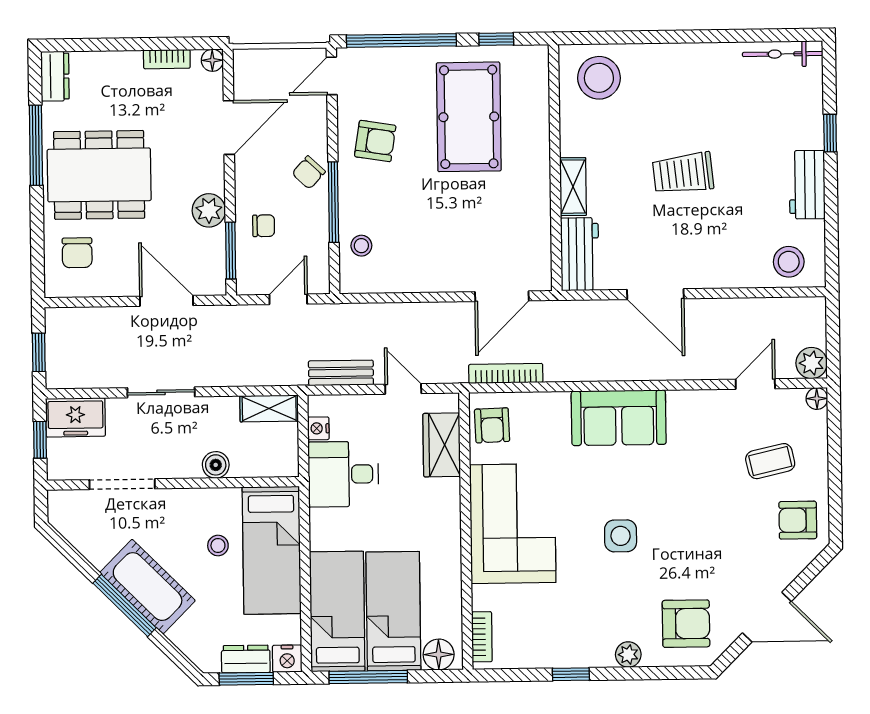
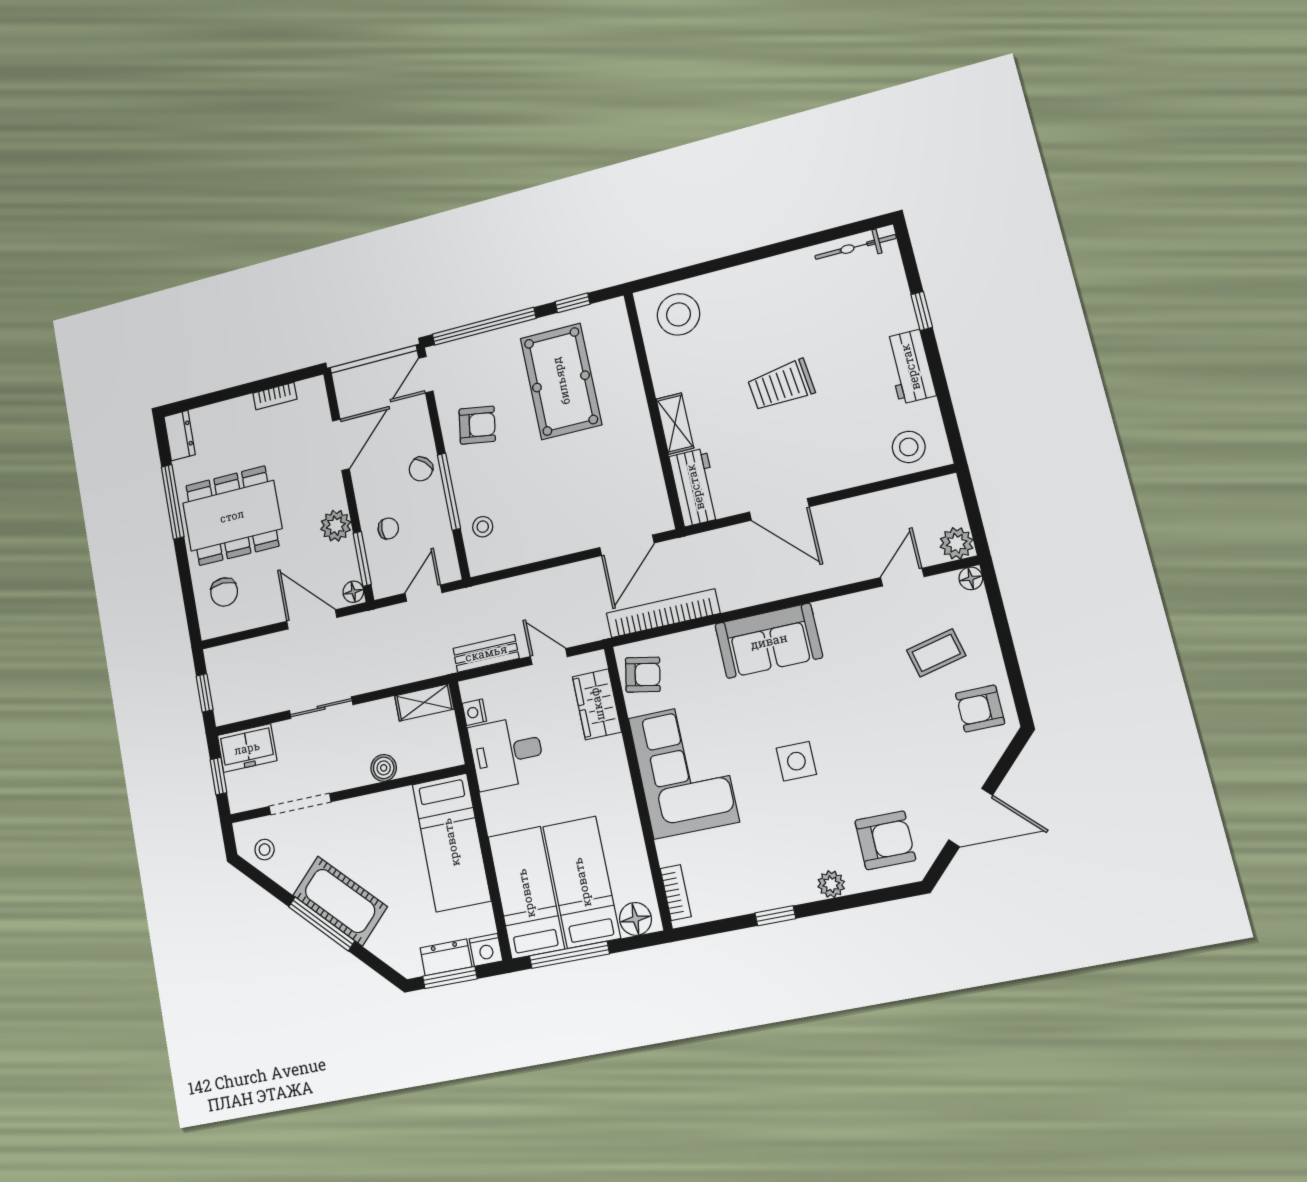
floor lamp: (212, 60) -> (353, 592), moved
bookcase: (506, 373) -> (663, 613), width x1.48, depth x1.31
armchair: (492, 425) -> (643, 675), turned -77
stool: (218, 545) -> (265, 850), moved

